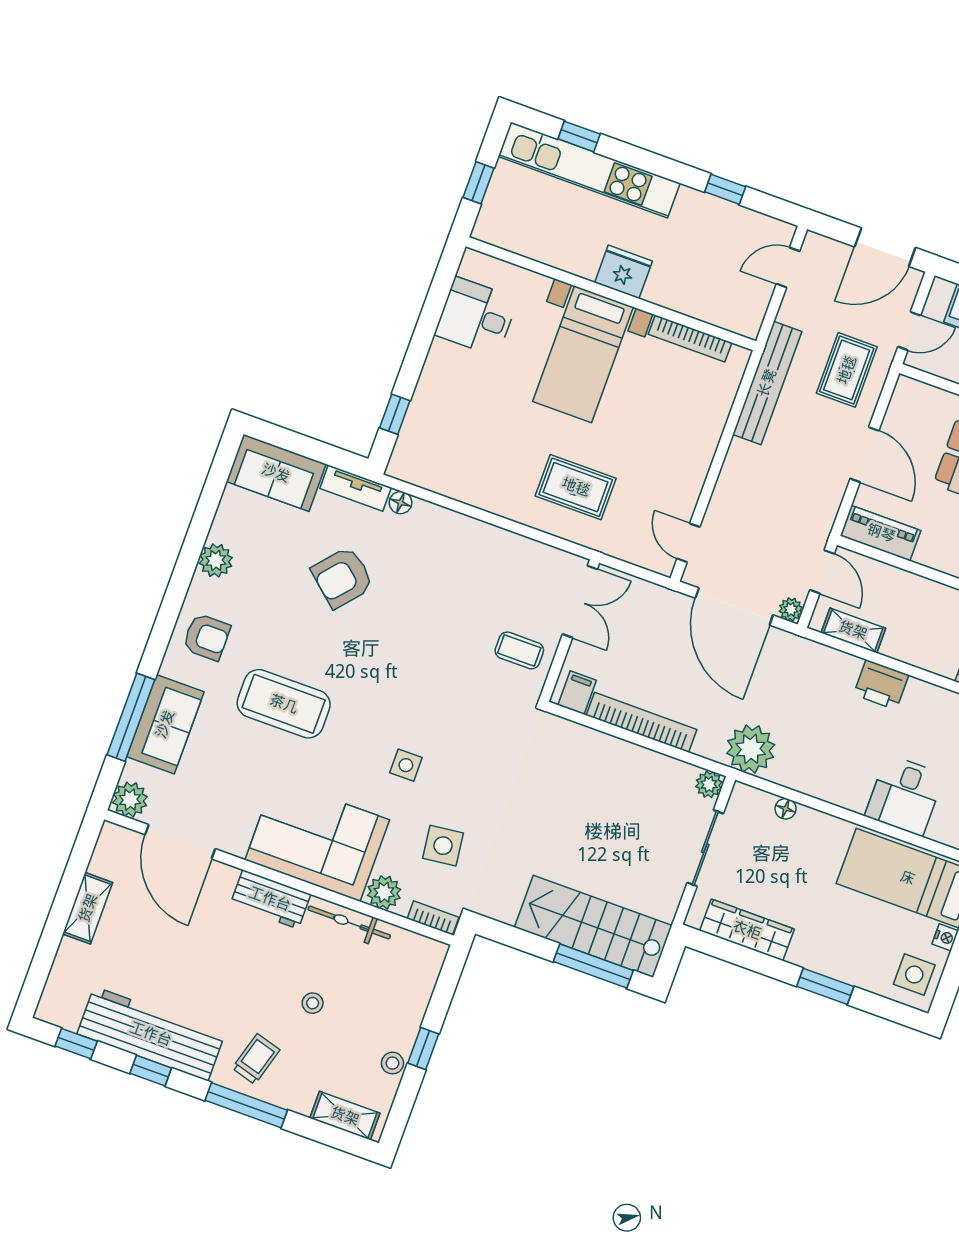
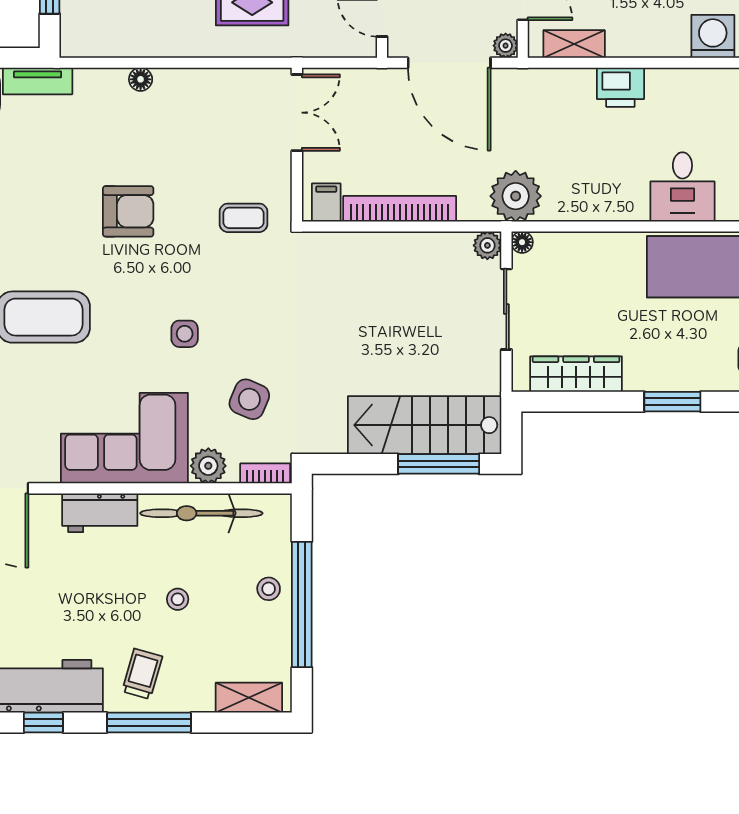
floor lamp: (401, 503) -> (141, 79), moved
armchair: (342, 577) -> (128, 211), moved, turned -131
coffee table: (519, 650) -> (243, 218), moved
floor lamp: (786, 809) -> (522, 242), moved
side table: (443, 846) -> (249, 399), turned 30
bicycle: (349, 922) -> (201, 513), width x1.37, depth x1.40
window: (423, 1049) -> (302, 604), width x3.17
stool: (392, 1063) -> (269, 589), moved

